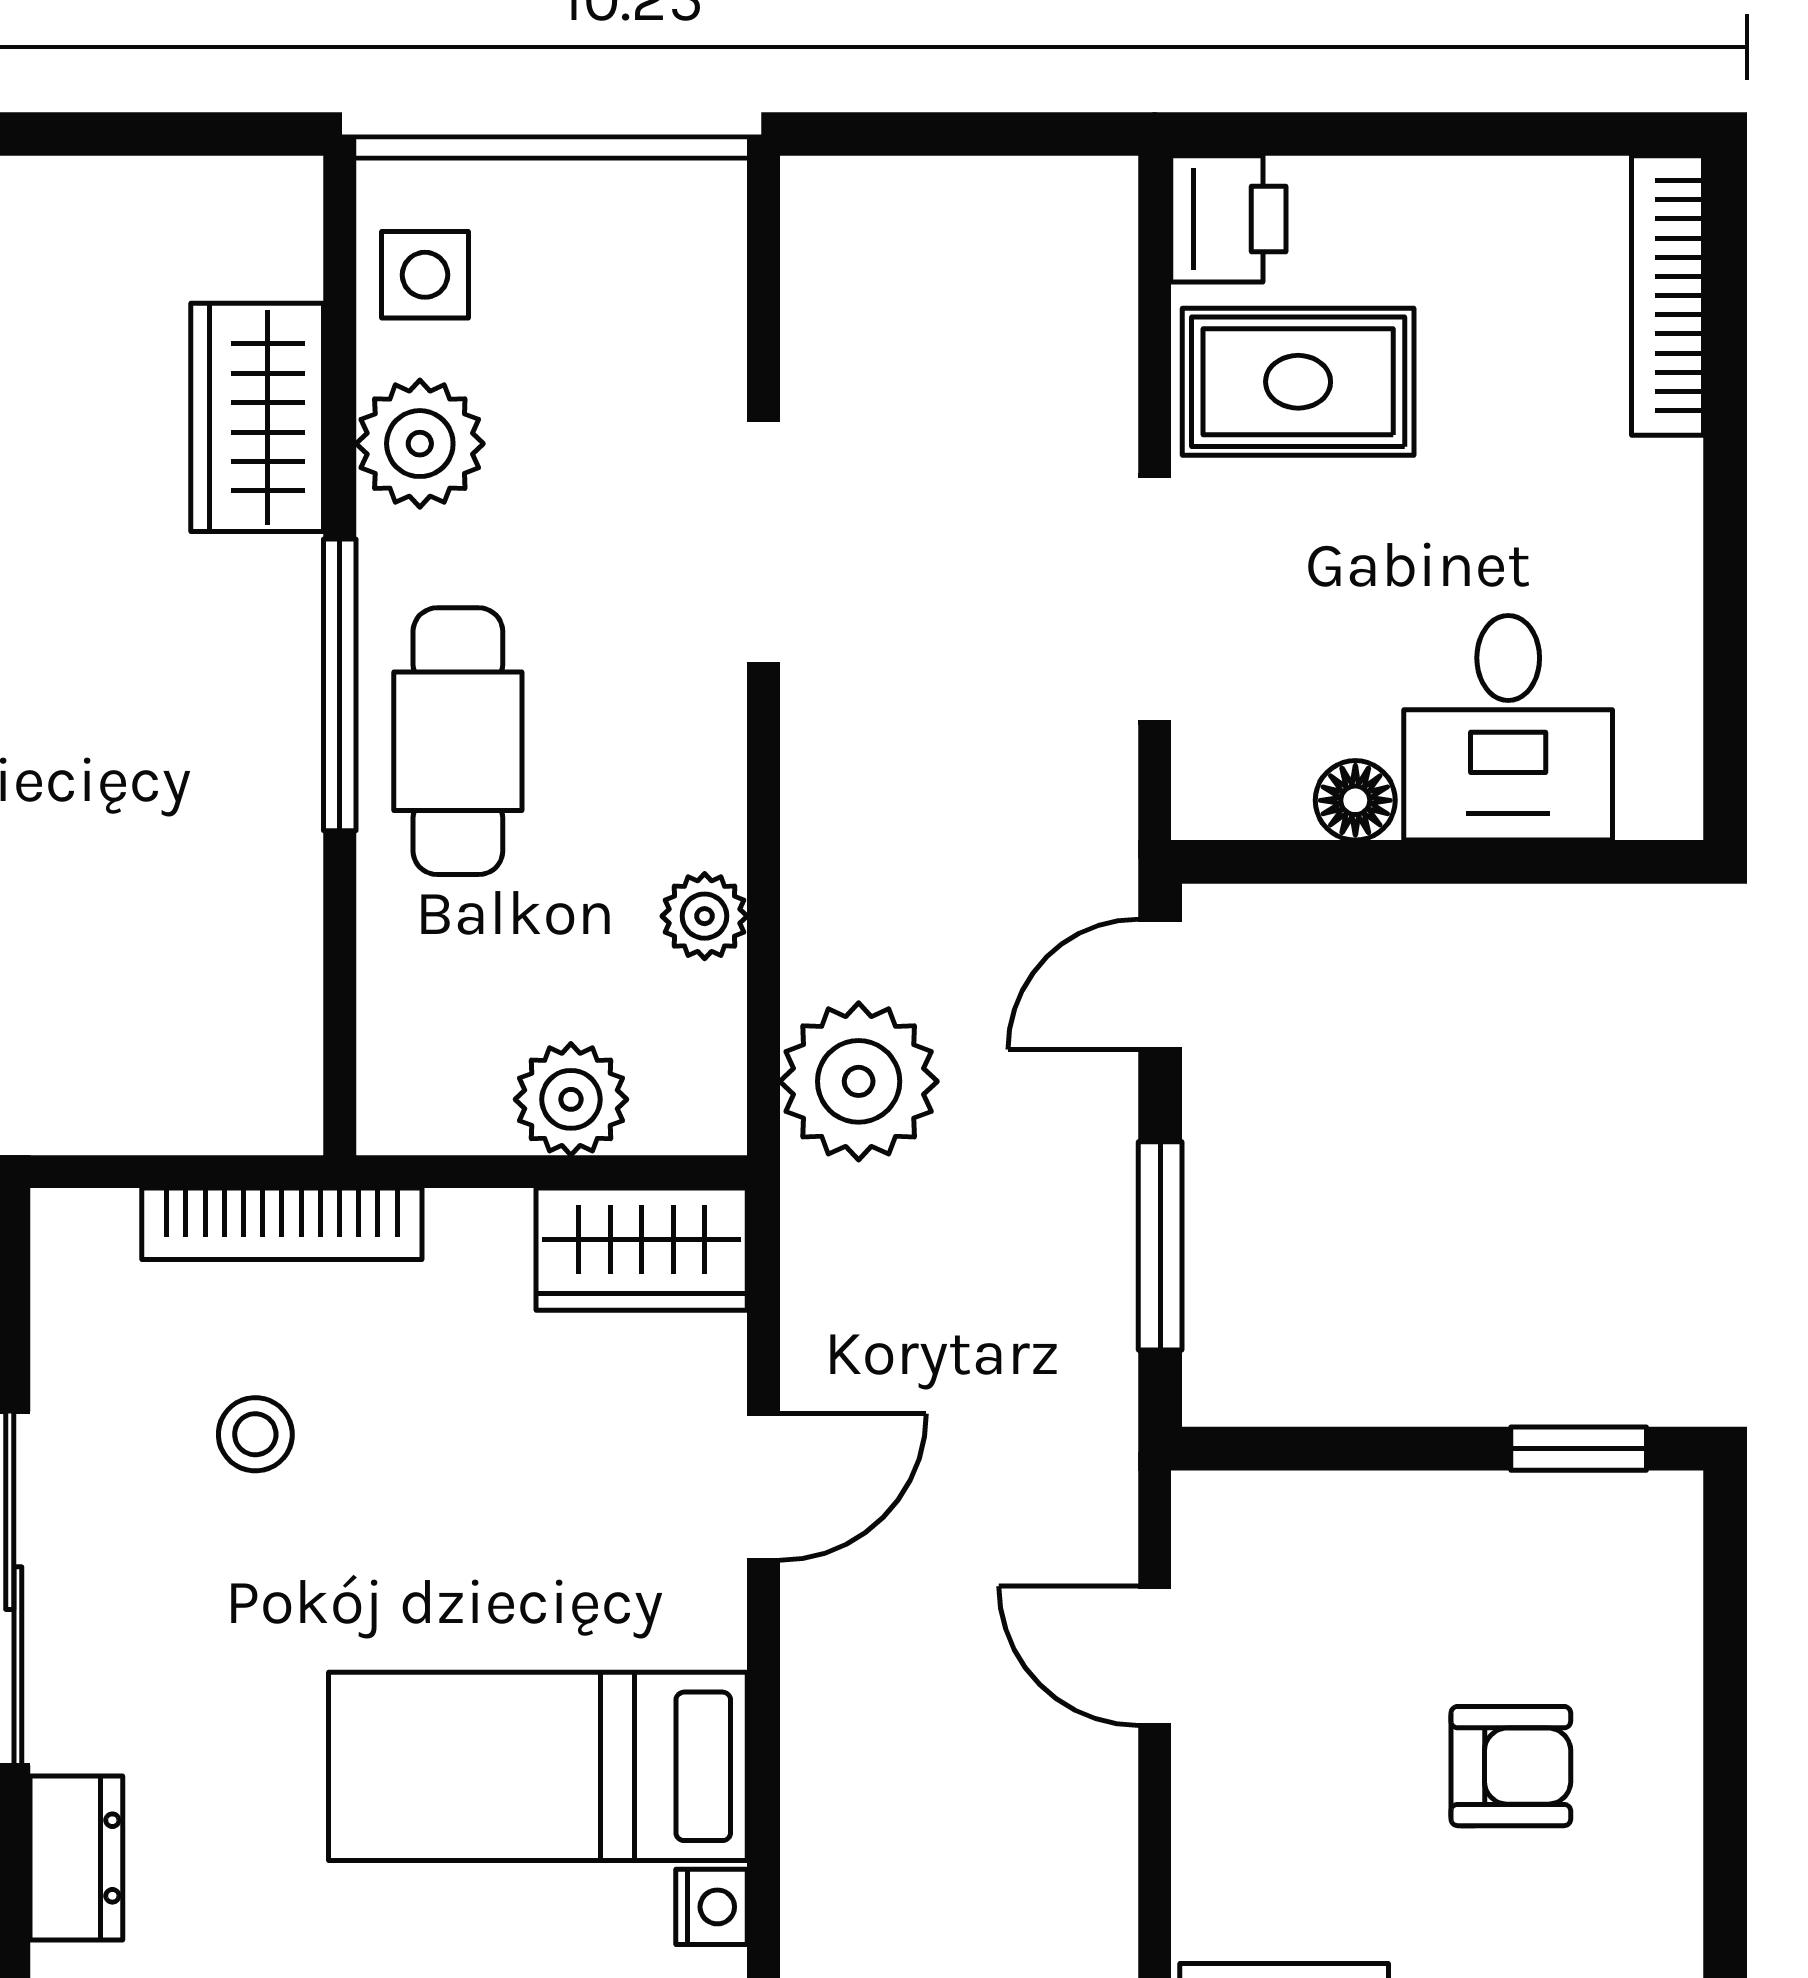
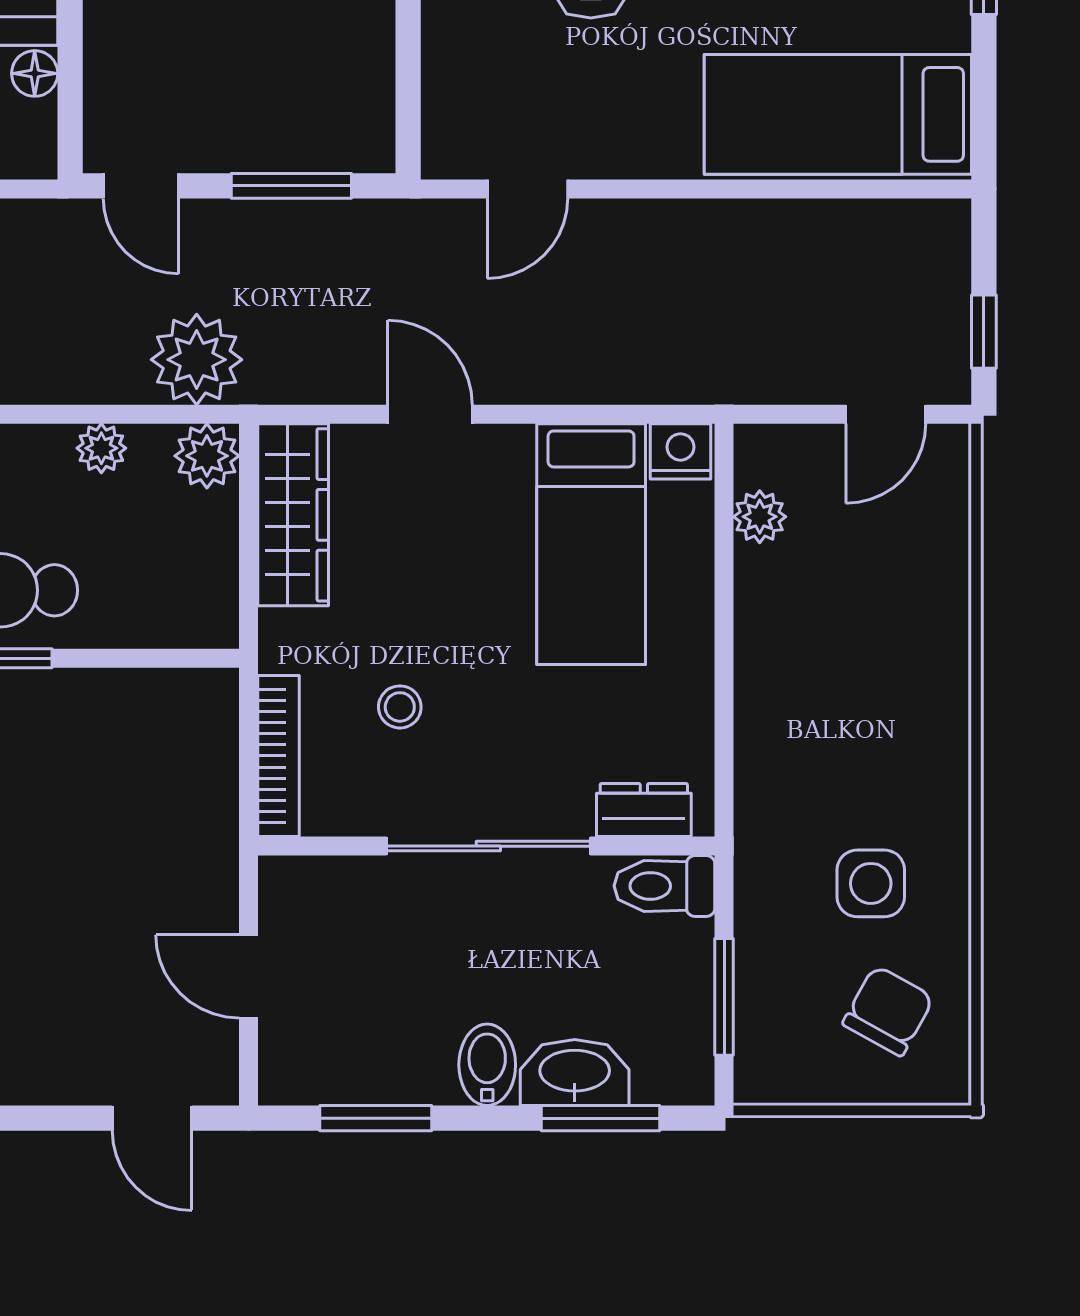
plant: (571, 1099) -> (207, 456), moved
bookcase: (282, 1224) -> (279, 756), moved
wardrobe: (642, 1249) -> (293, 515), width x1.50
nightstand: (712, 1907) -> (680, 451), width x1.39, depth x1.35

